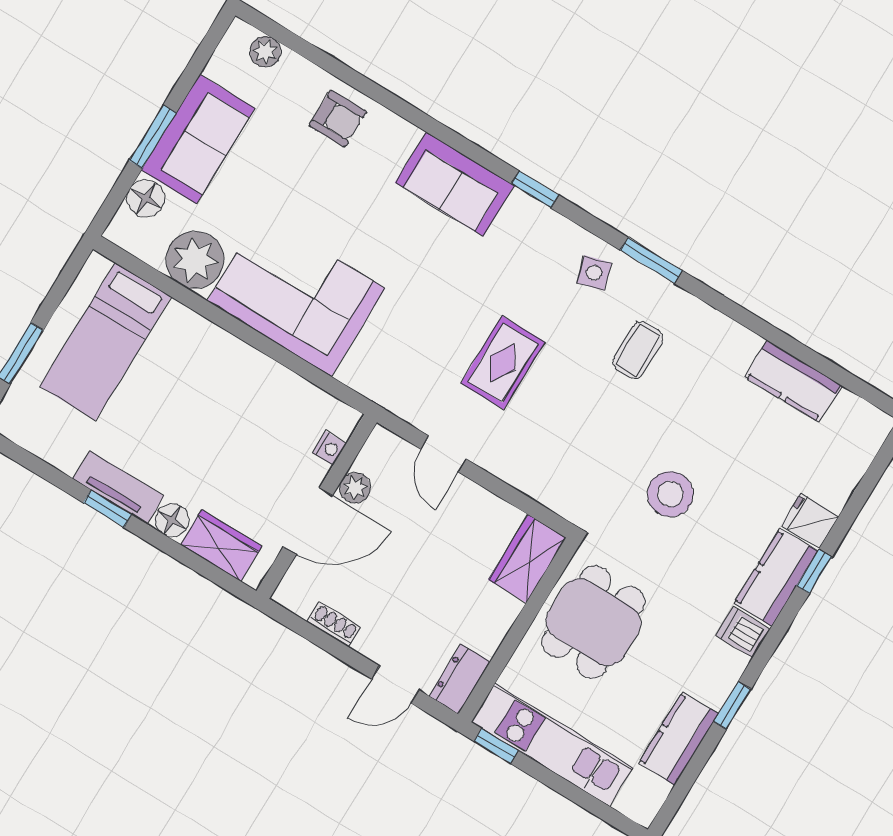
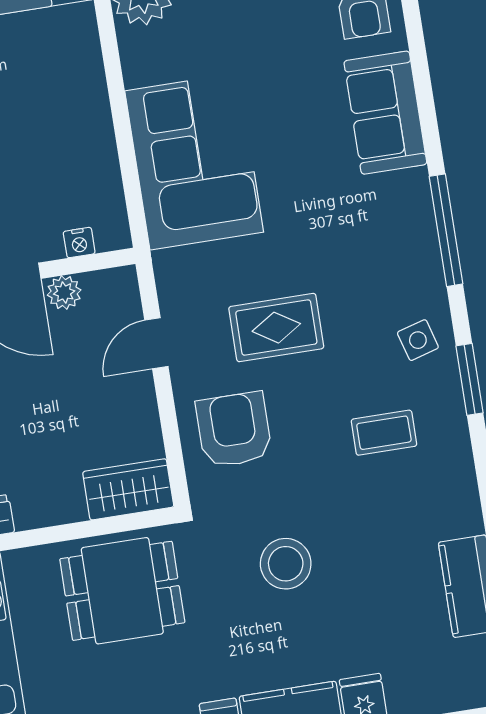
sofa: (455, 184) -> (385, 113), moved
window: (535, 189) -> (446, 230), width x2.17
corner sofa: (296, 295) -> (194, 162), moved
armchair: (548, 451) -> (234, 430), added

